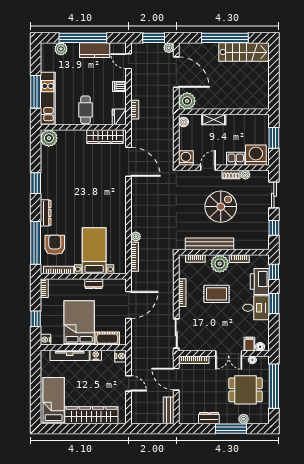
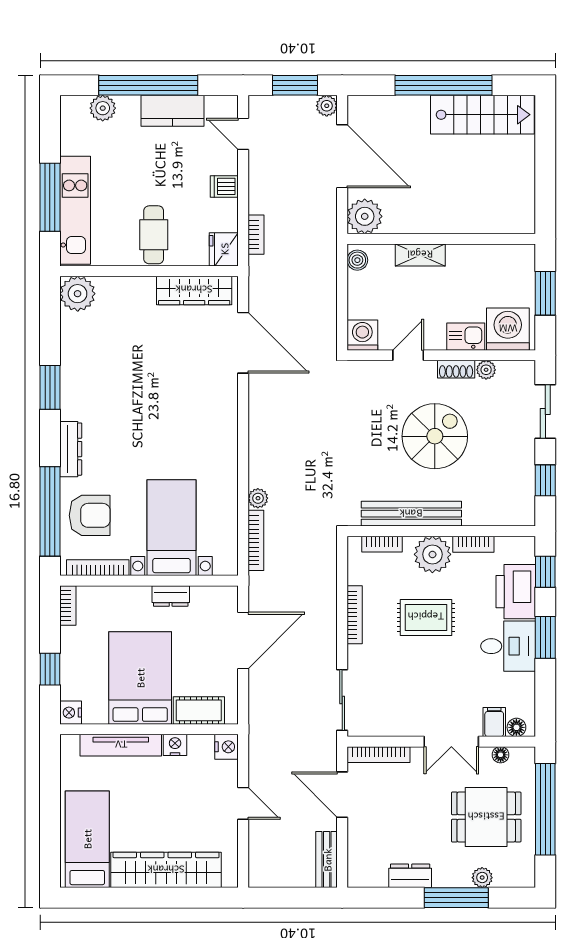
armchair: (55, 245) -> (90, 515), turned 90

